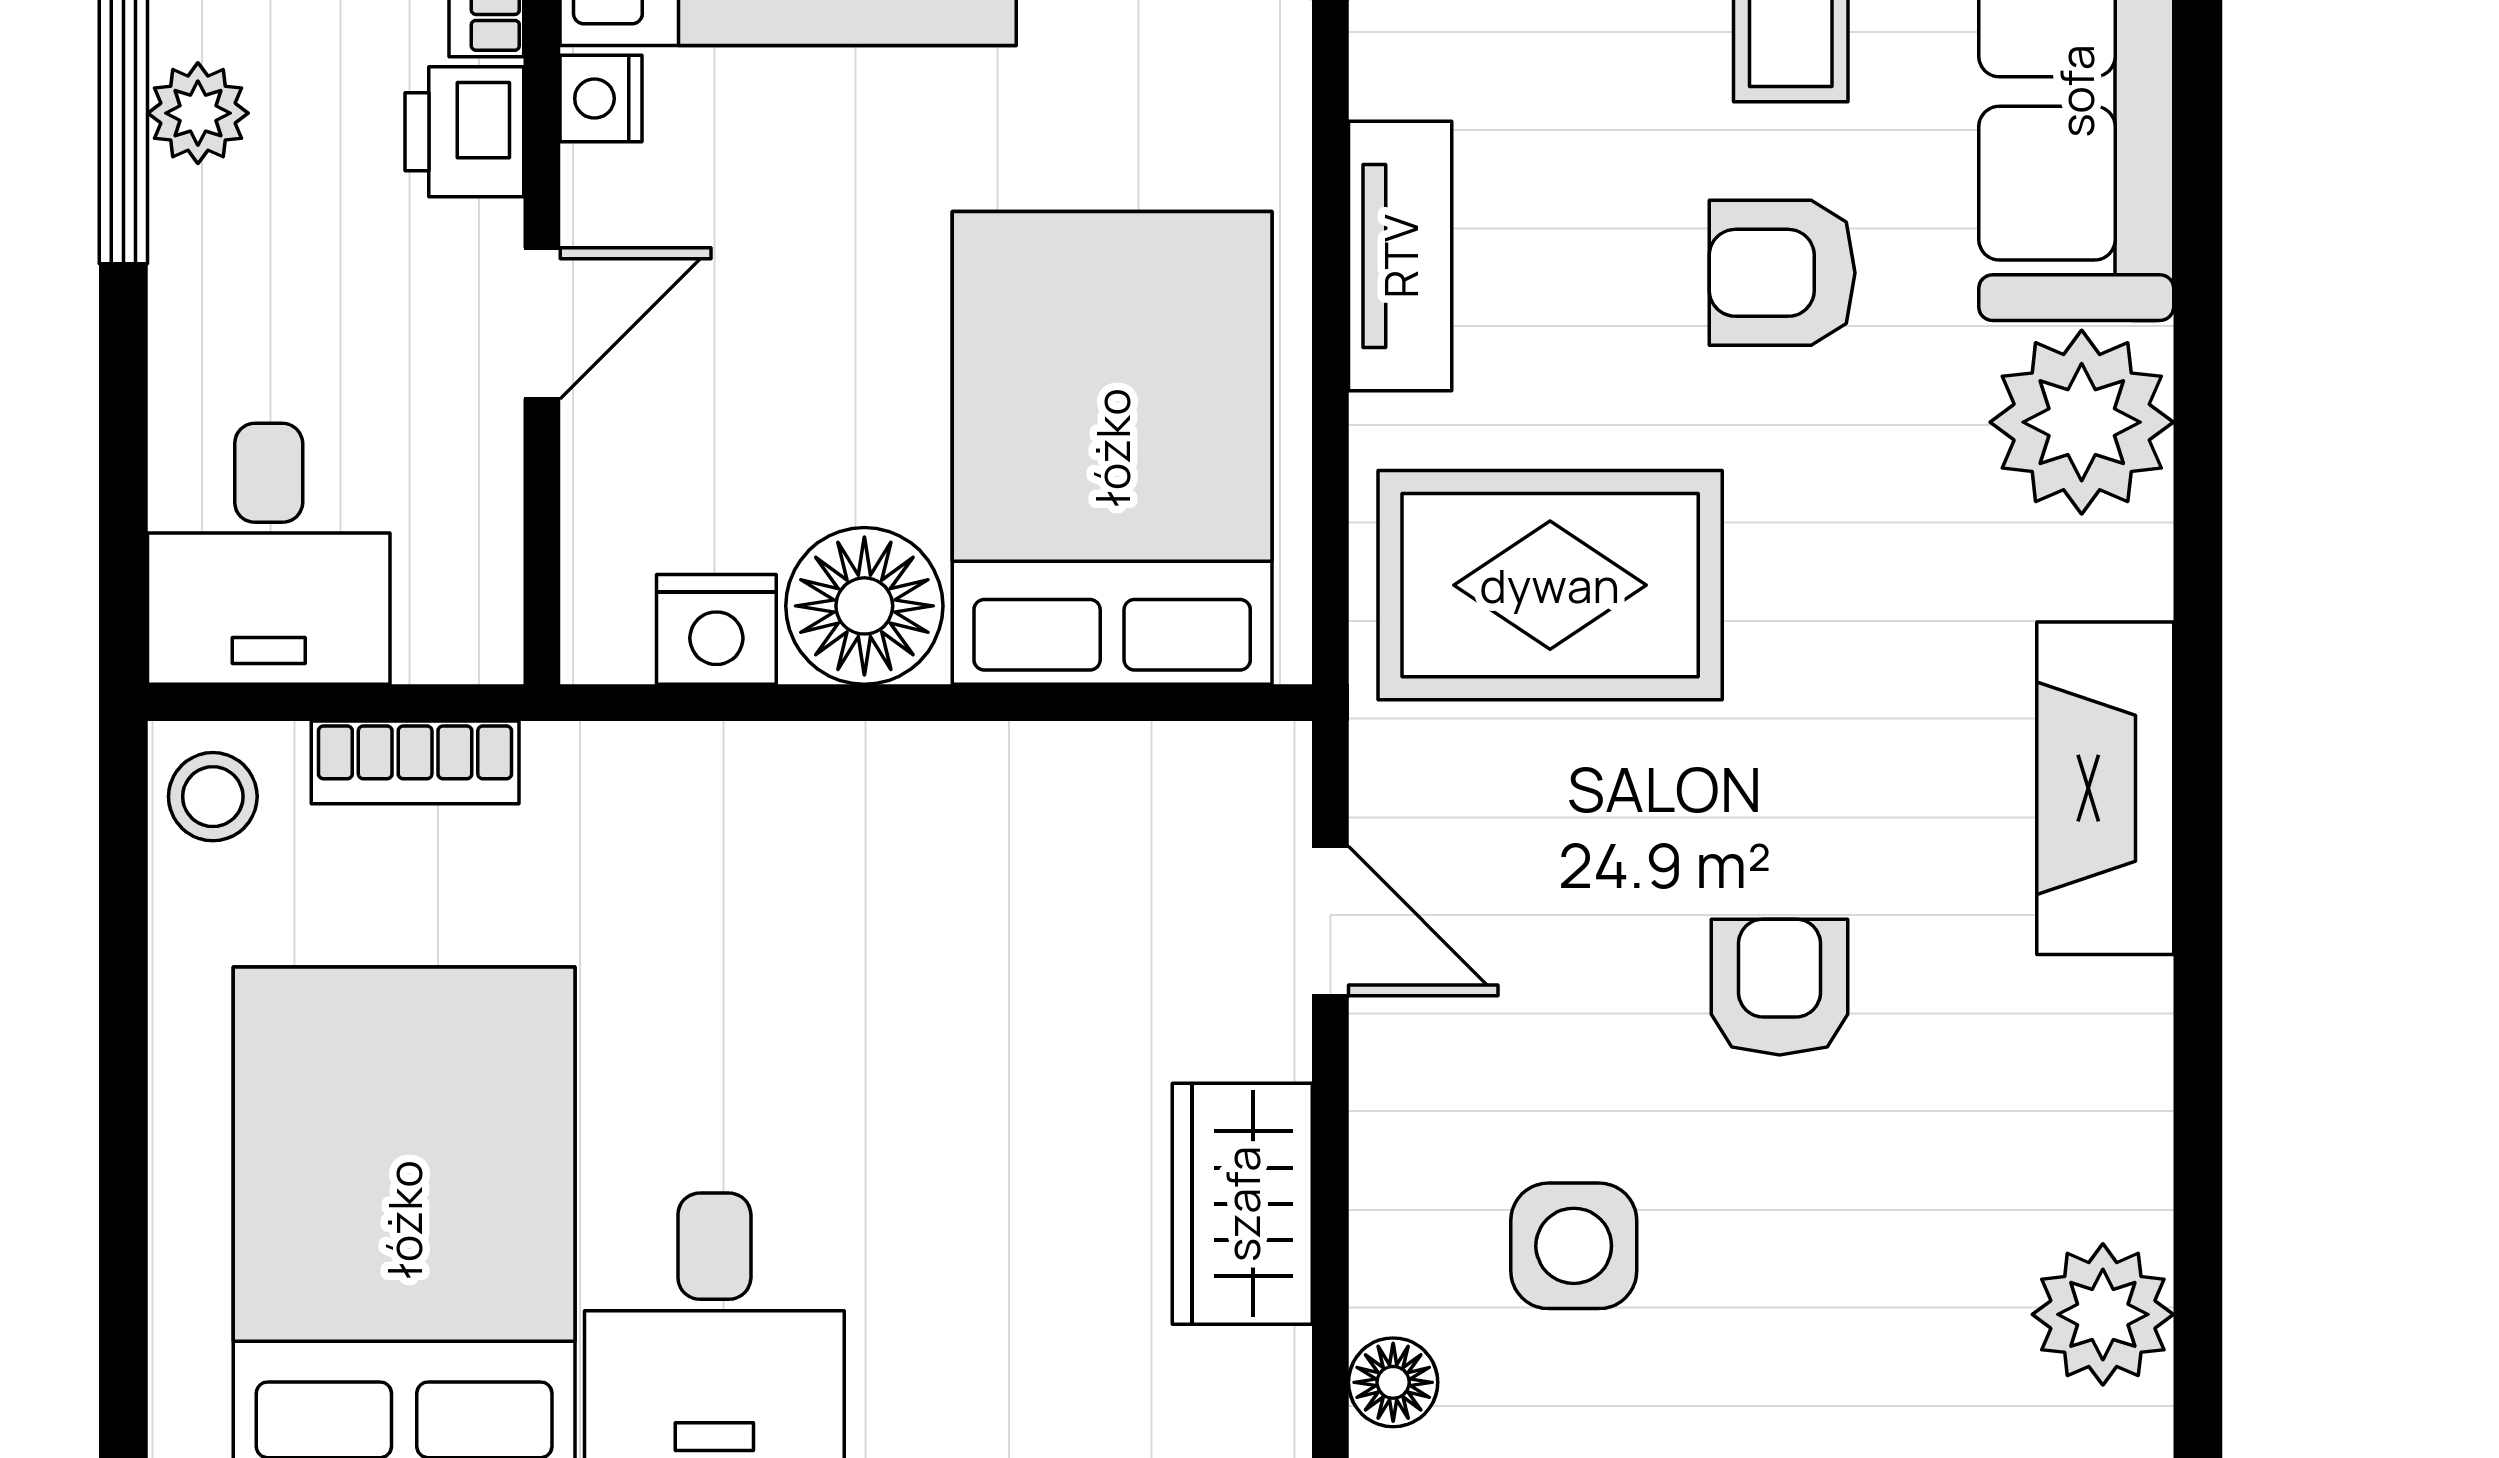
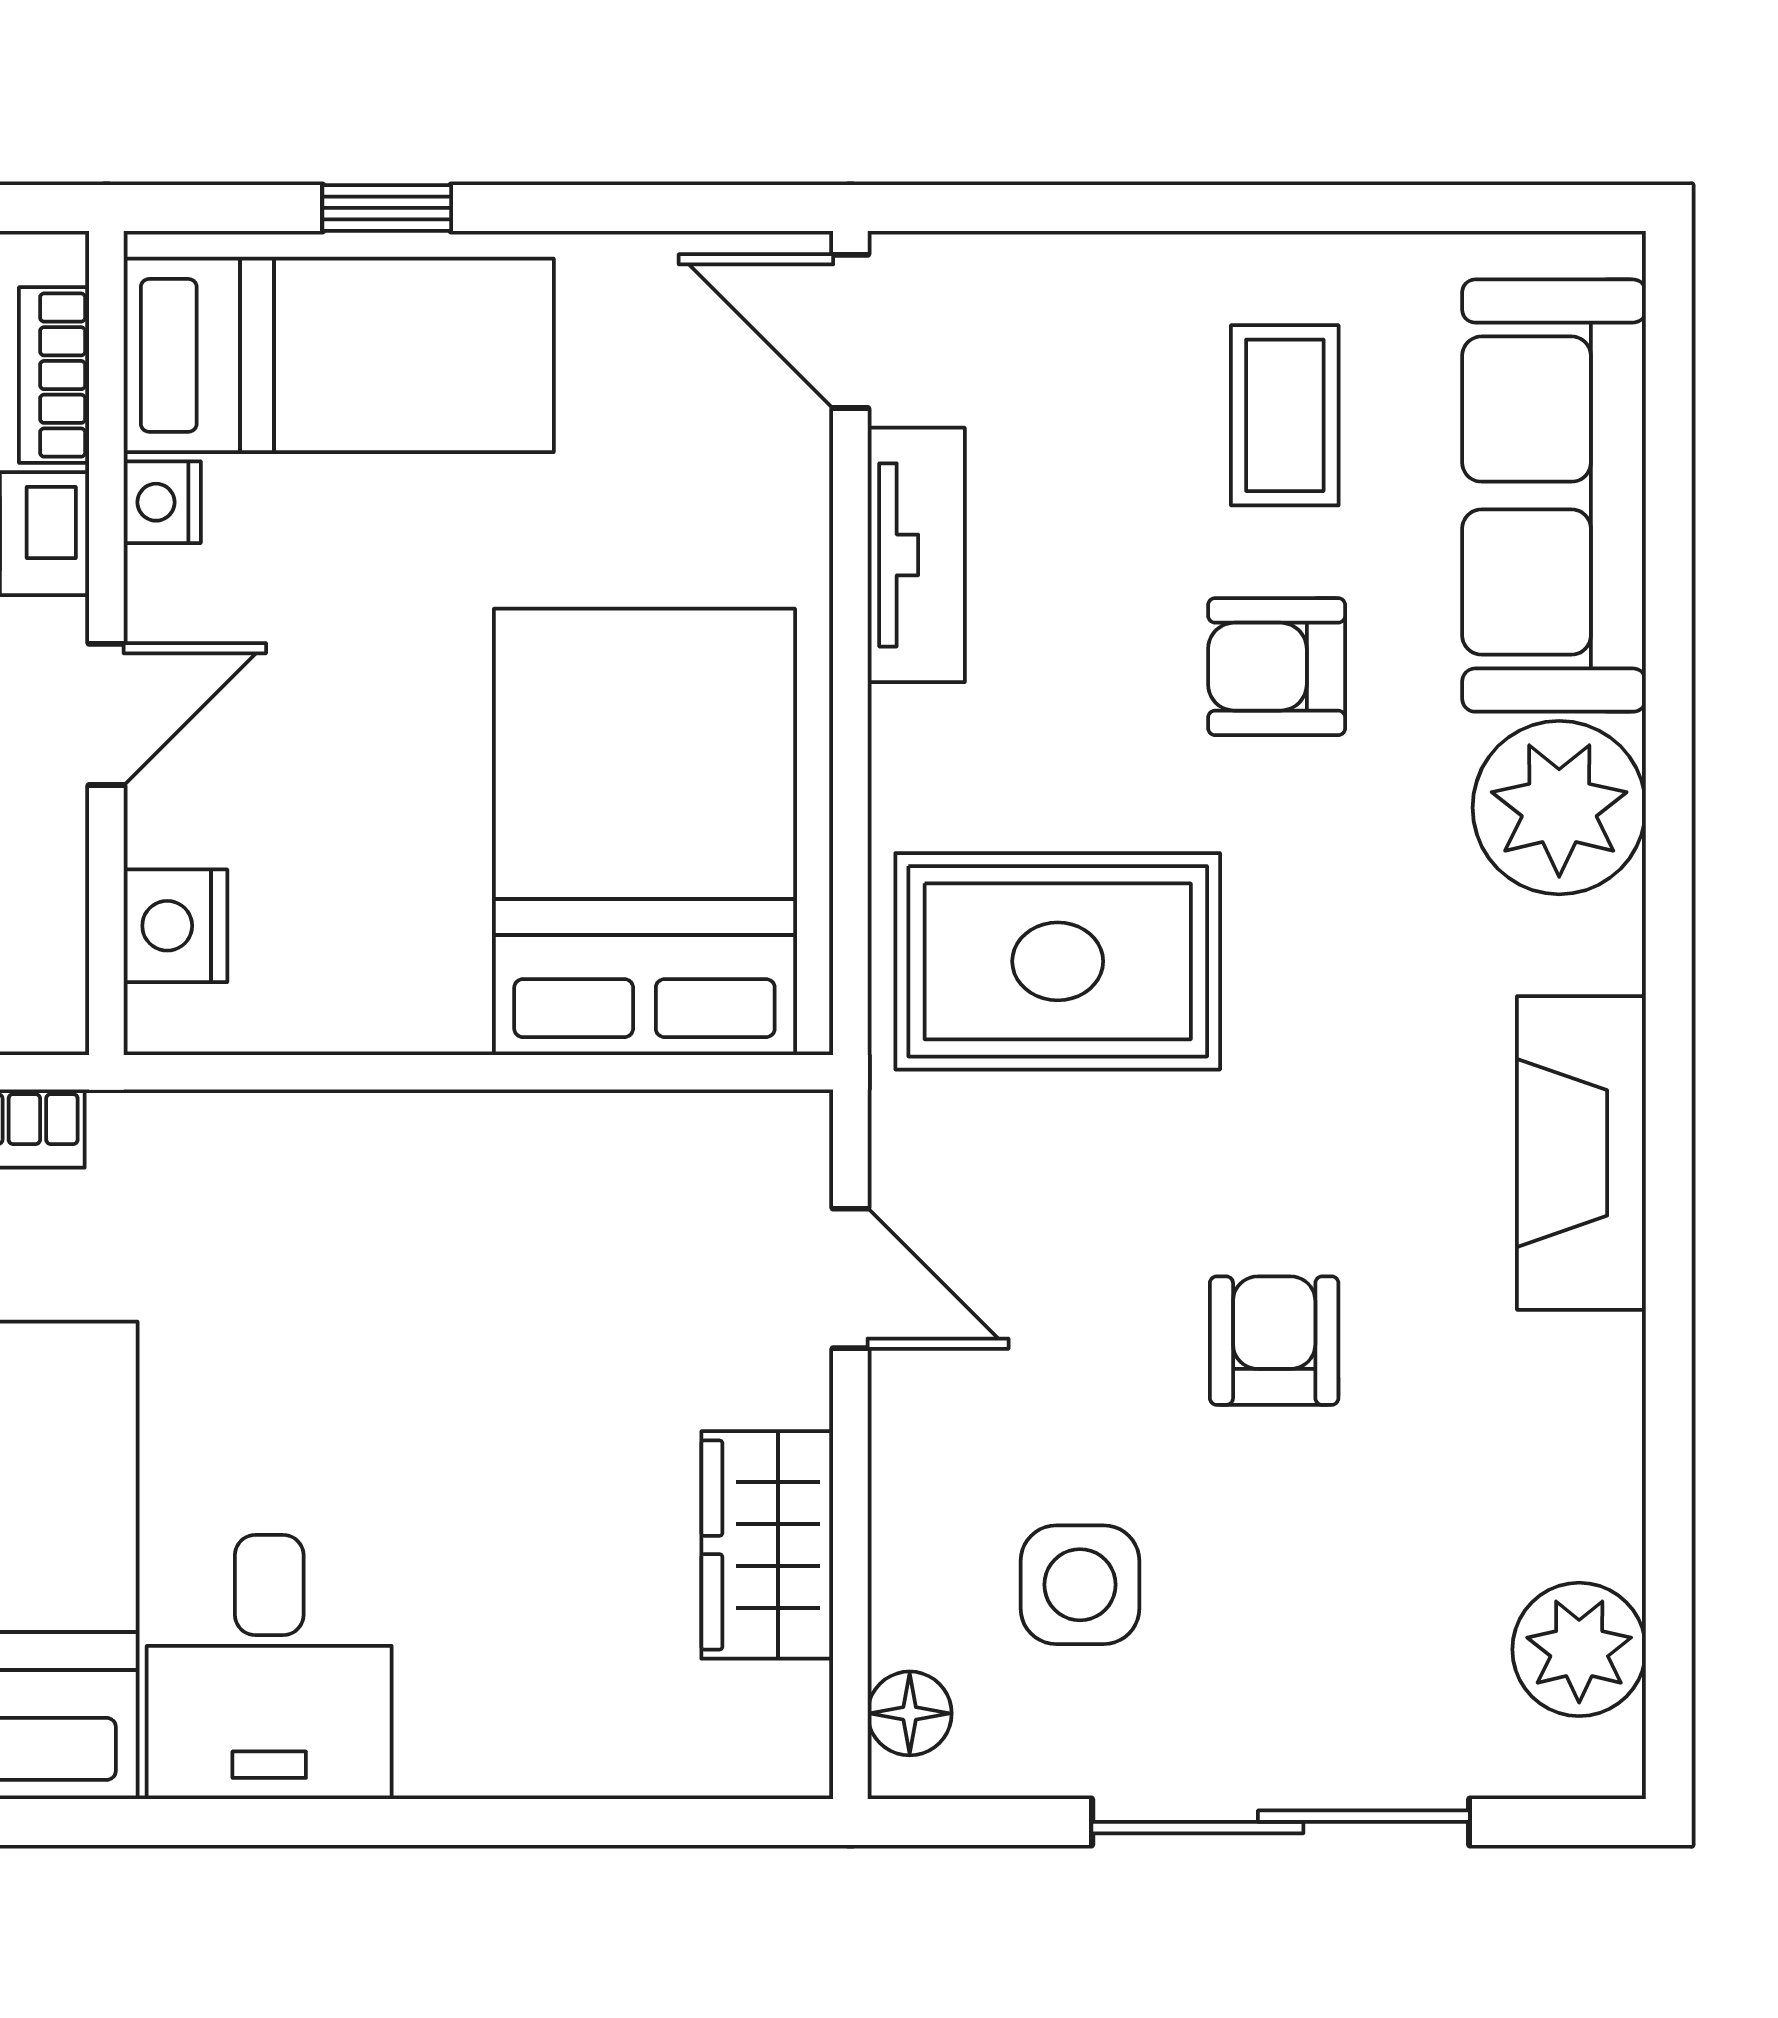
tv unit: (1400, 256) -> (916, 555), moved
floor lamp: (864, 606) -> (411, 981), removed
nightstand: (716, 629) -> (175, 926), moved, turned 90

